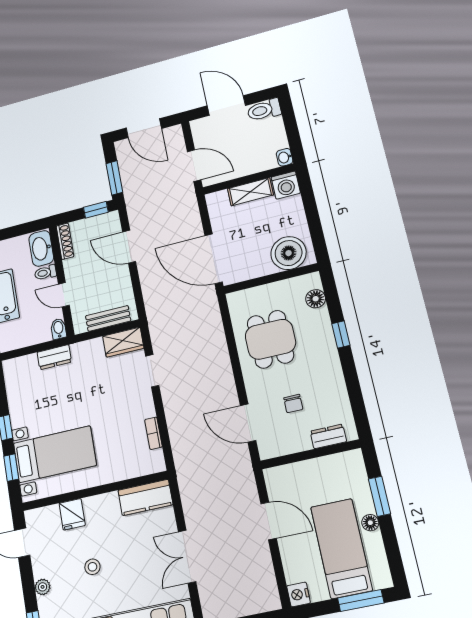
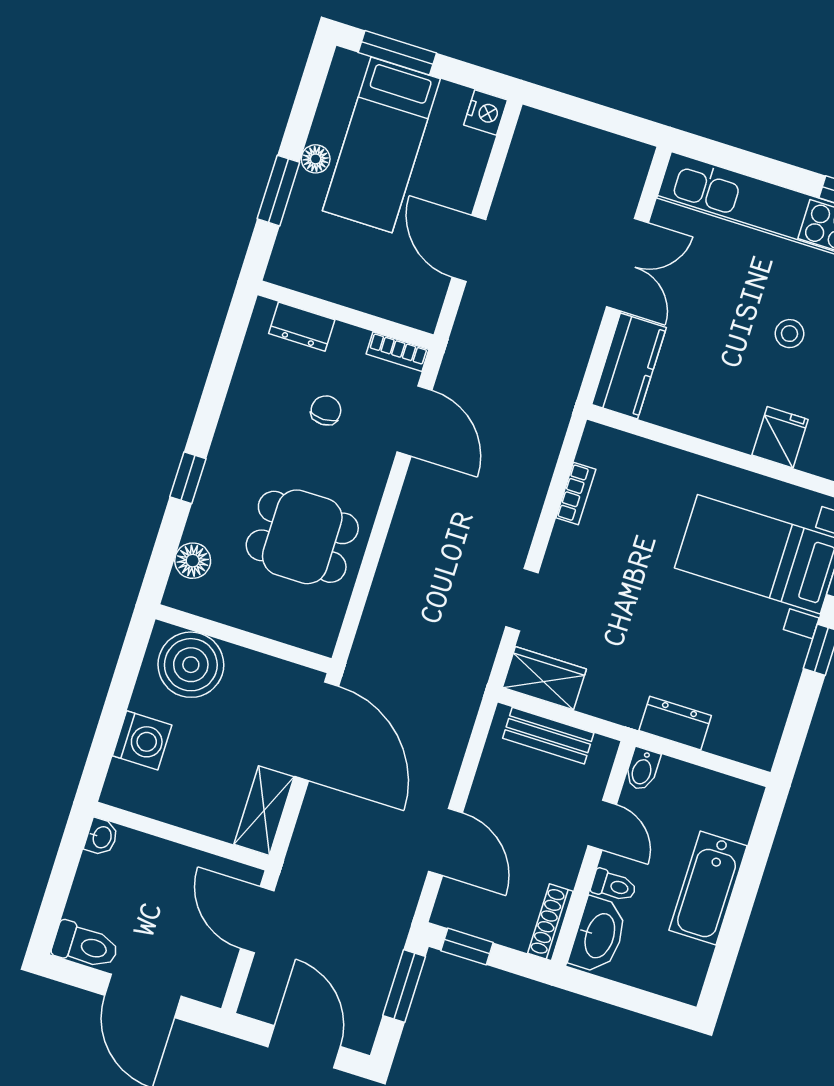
washing machine: (286, 185) -> (142, 740), moved, turned 90
shelving: (250, 192) -> (264, 811), moved, turned 90
dining table: (270, 339) -> (302, 537), turned 90
bookcase: (275, 451) -> (397, 352), added
kitchen counter: (145, 497) -> (629, 366), moved, turned 90

